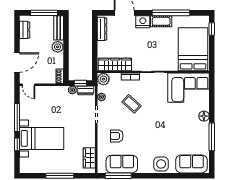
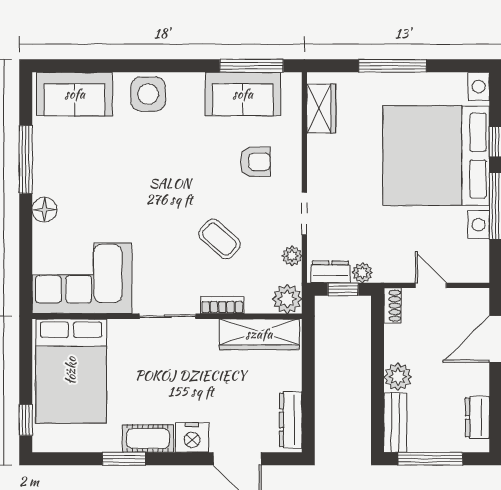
window: (171, 13) -> (124, 459), width x0.47
door: (28, 85) -> (431, 285), moved
bed with nightstands: (42, 138) -> (436, 156), width x1.85

